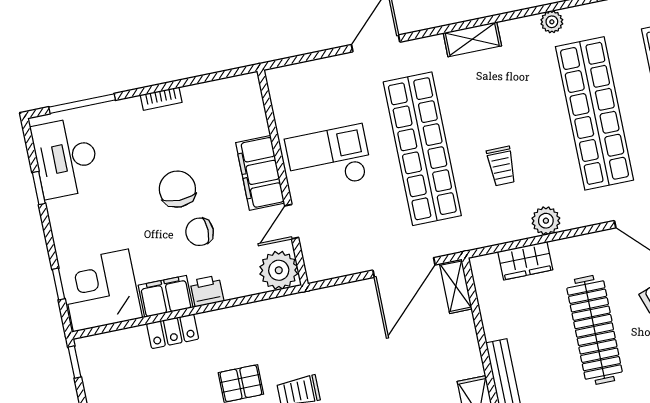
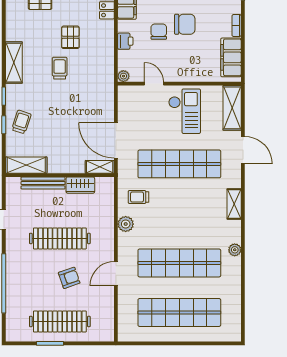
shelving: (306, 77) -> (232, 108), added
trolley: (501, 166) -> (138, 197), moved
filing cabinet: (260, 173) -> (231, 57), moved, turned -90
wardrobe: (525, 261) -> (80, 185), moved, turned -90
plant: (279, 270) -> (123, 76), width x0.53, depth x0.53
printer: (207, 291) -> (125, 41), moved

